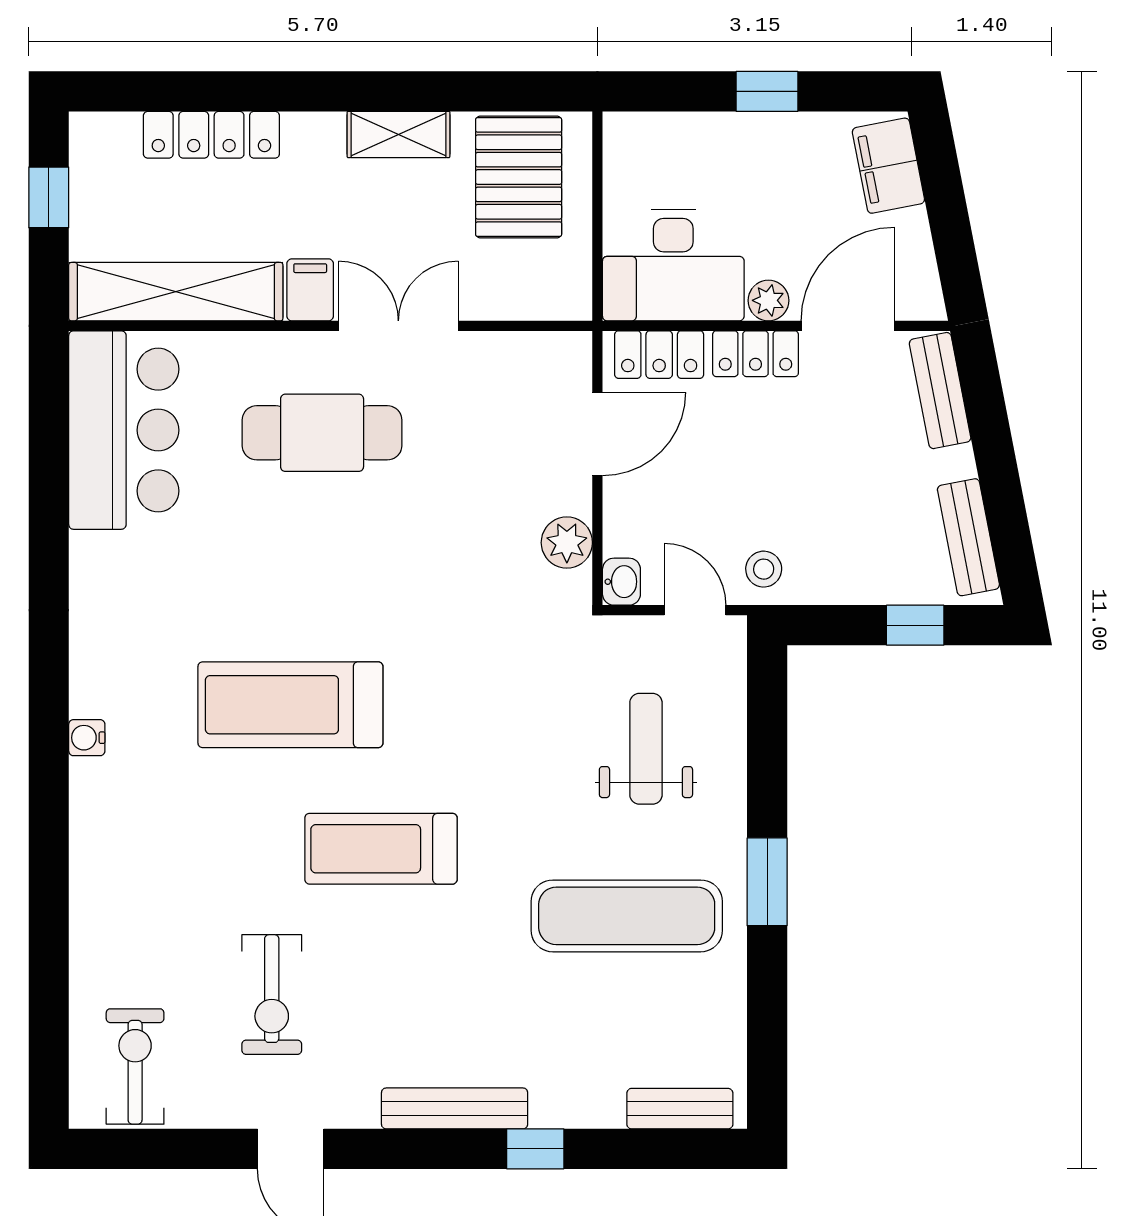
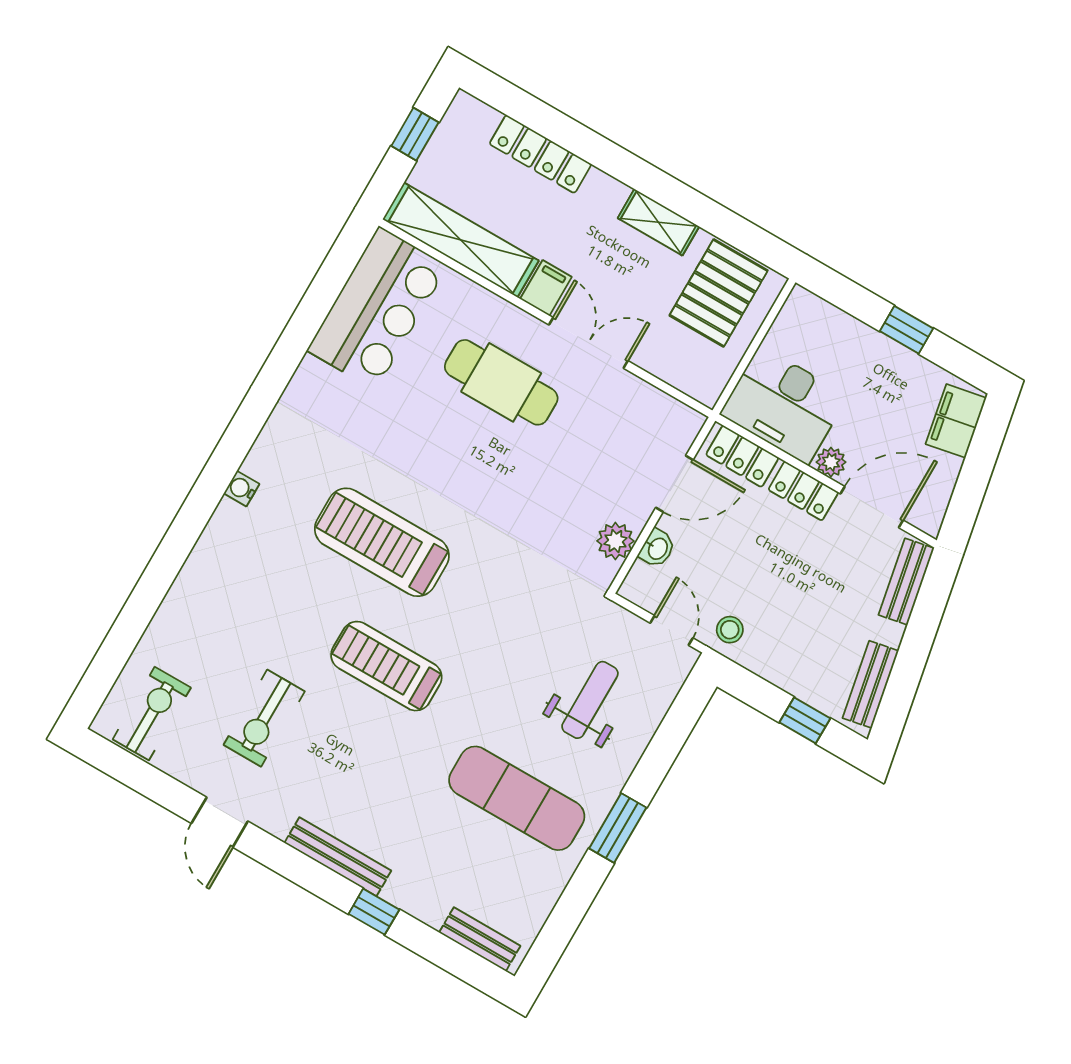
washbasin: (621, 582) -> (657, 548), moved

